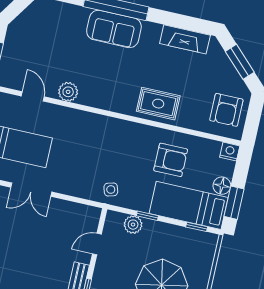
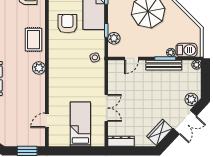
plant: (68, 92) -> (39, 68), moved
door: (97, 244) -> (131, 58), hinge flipped

